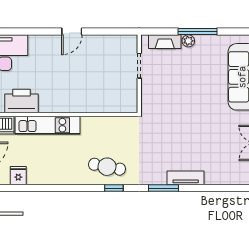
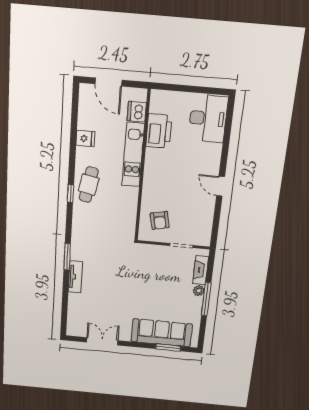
armchair: (114, 91) -> (160, 220), added
cafe table: (107, 167) -> (89, 185), moved
fridge: (18, 176) -> (85, 138), moved
window: (114, 188) -> (70, 193), moved

